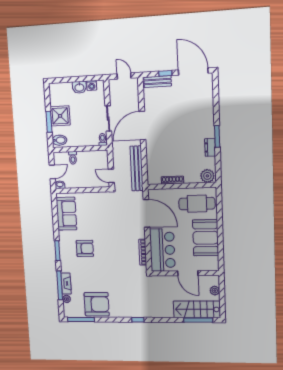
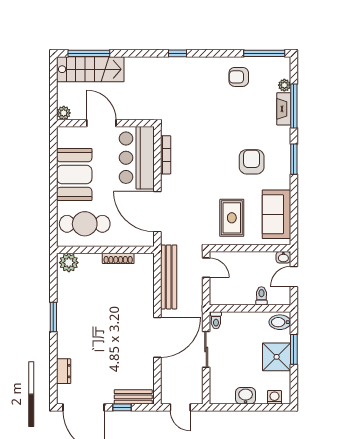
washing machine: (92, 85) -> (274, 397), moved
dresser: (210, 147) -> (64, 371), moved
rug: (96, 211) -> (232, 218), added
armchair: (85, 248) -> (252, 162), turned 90
plant: (215, 291) -> (64, 113), moved
armchair: (97, 304) -> (239, 77), width x0.53, depth x0.53

